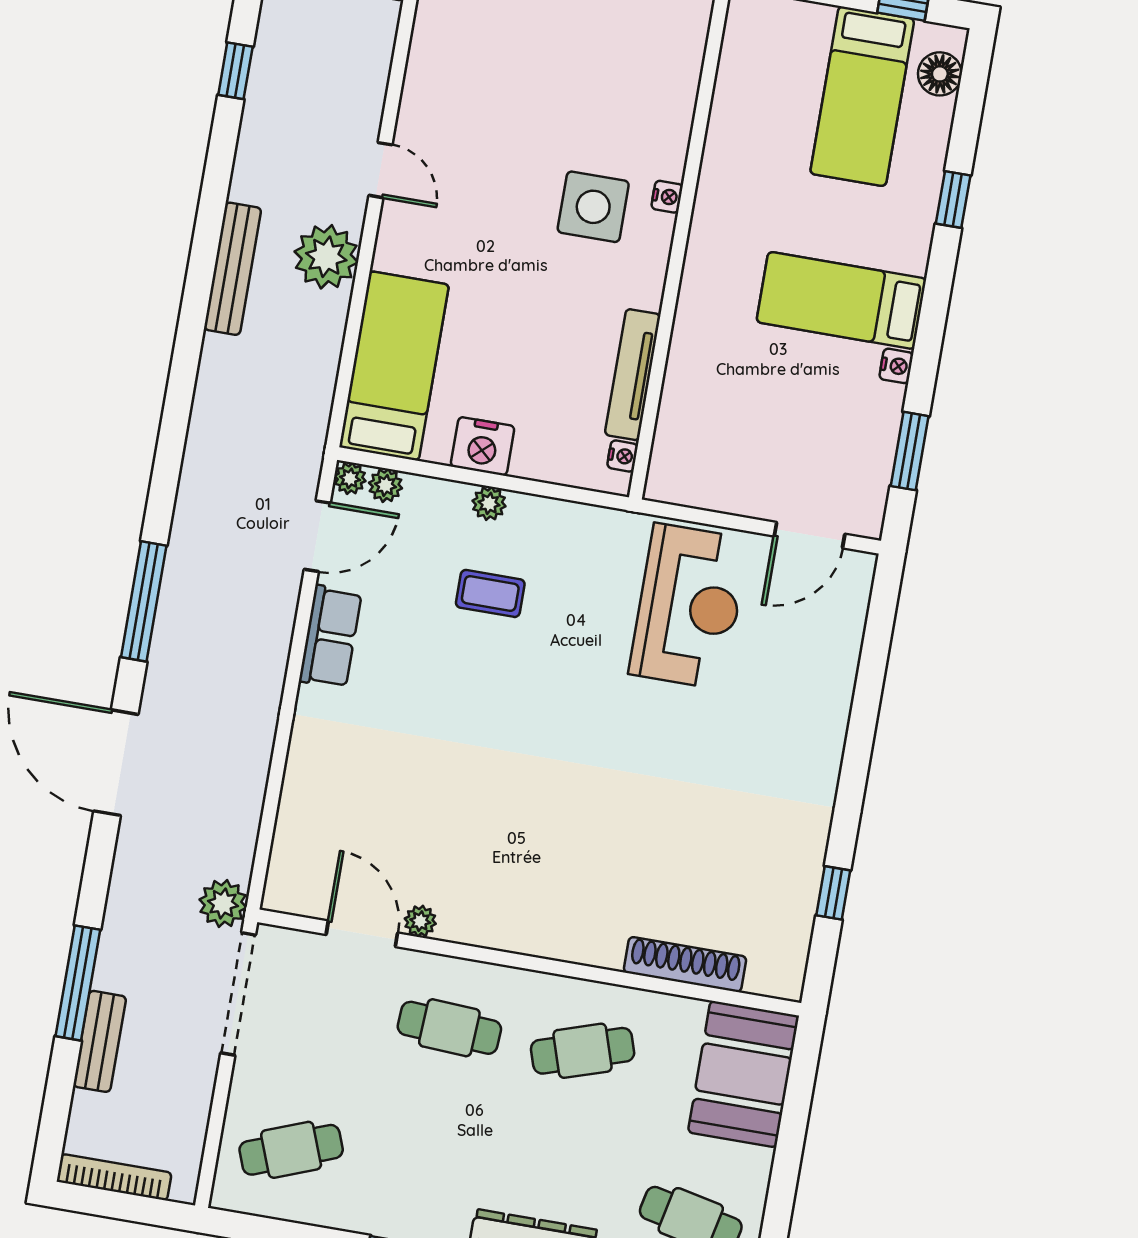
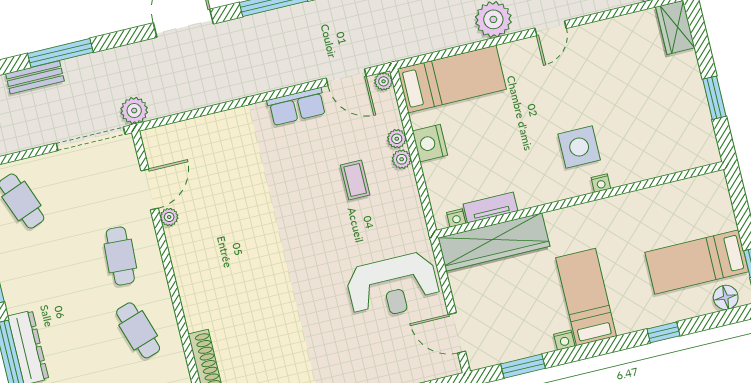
tv unit: (633, 375) -> (490, 207), width x0.71
wardrobe: (688, 412) -> (494, 242), added
plant: (386, 485) -> (397, 139), moved

